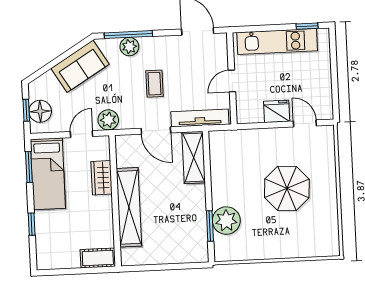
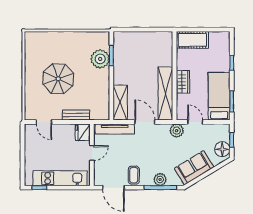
coffee table: (154, 84) -> (134, 175), moved
floor lamp: (40, 111) -> (222, 149), moved
fridge: (277, 111) -> (83, 132), moved, turned 90
door: (81, 134) -> (195, 122), swing flipped
bench: (258, 136) -> (76, 115), added
wardrobe: (102, 178) -> (183, 82), moved
shelving: (129, 207) -> (165, 93), moved
cot: (98, 258) -> (192, 40), width x1.37, depth x1.34

